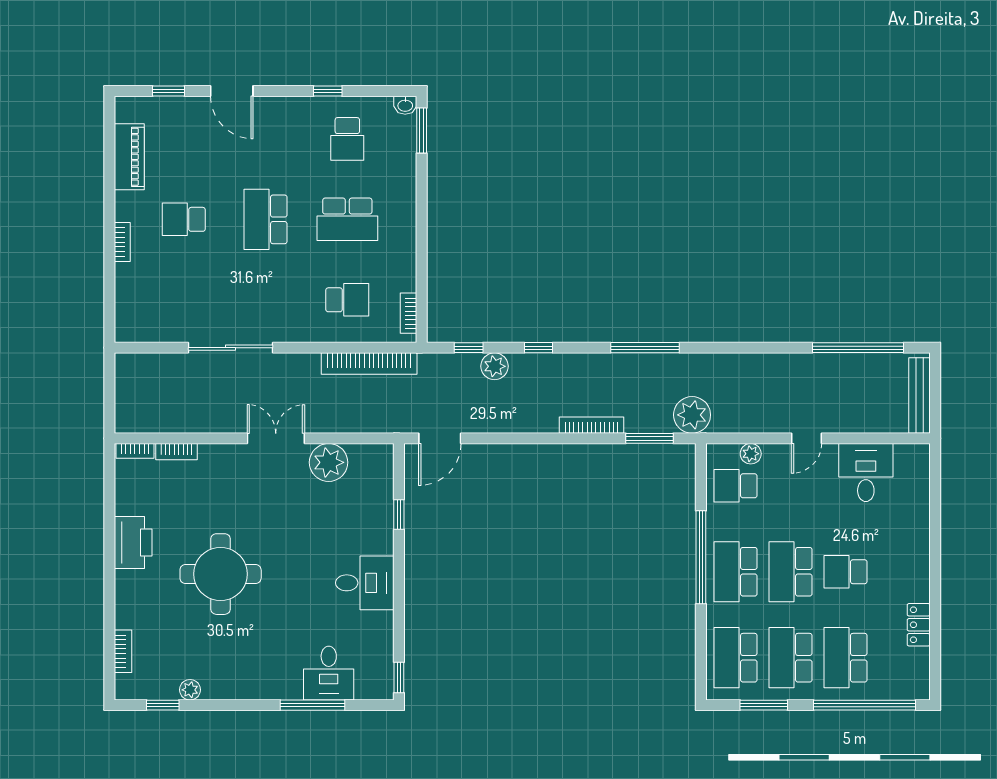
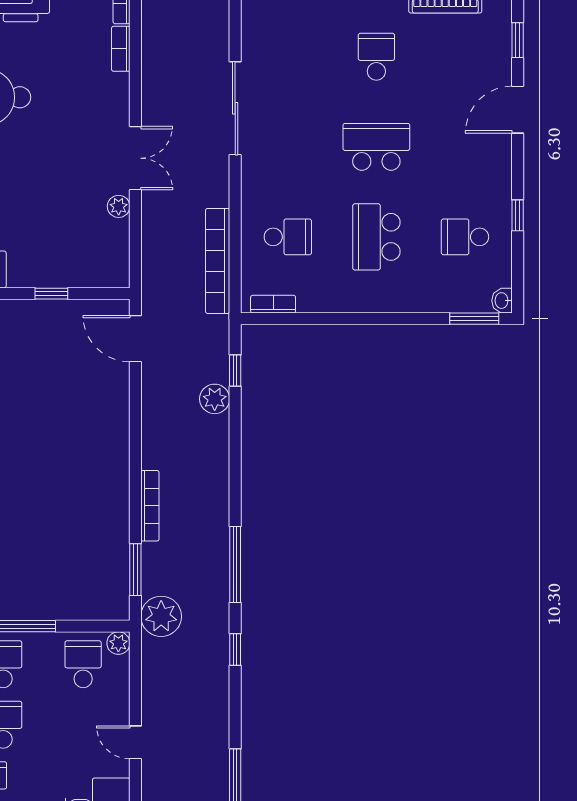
school desk: (347, 300) -> (288, 237), turned -90
window: (539, 348) -> (235, 649), moved
plant: (751, 454) -> (118, 643), moved
plant: (329, 462) -> (119, 206), width x0.53, depth x0.53

